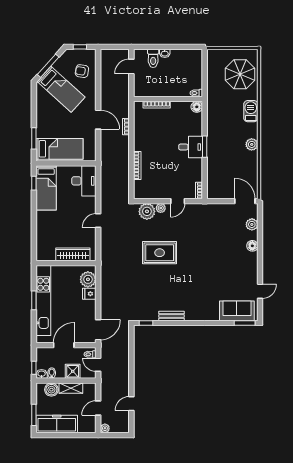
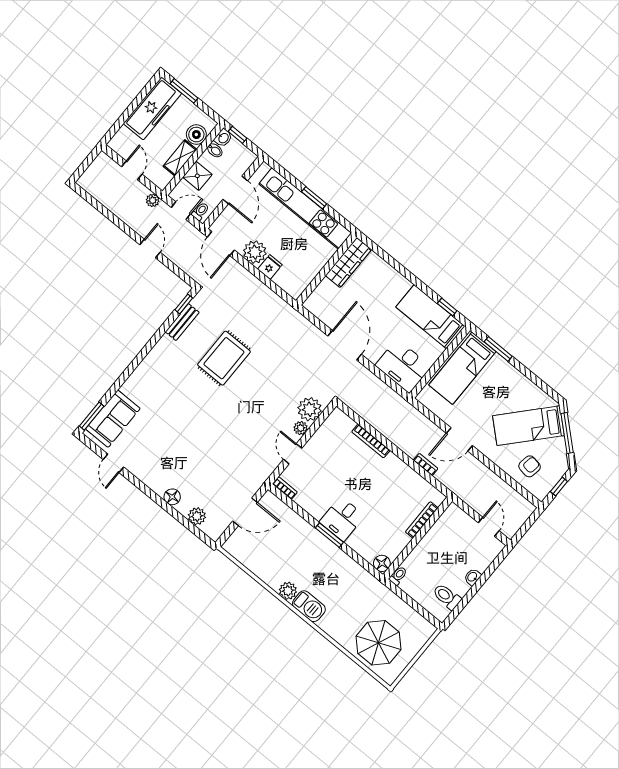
toilet: (153, 58) -> (447, 597), moved
barbecue: (251, 111) -> (309, 606), moved
door: (245, 201) -> (245, 512), moved
door: (98, 221) -> (345, 345), width x1.88
rug: (160, 253) -> (224, 358), moved
wardrobe: (73, 254) -> (348, 262), moved
plant: (88, 279) -> (255, 252), moved
bench: (171, 316) -> (182, 322), moved
door: (131, 404) -> (150, 249), moved
plant: (105, 428) -> (153, 200), moved

